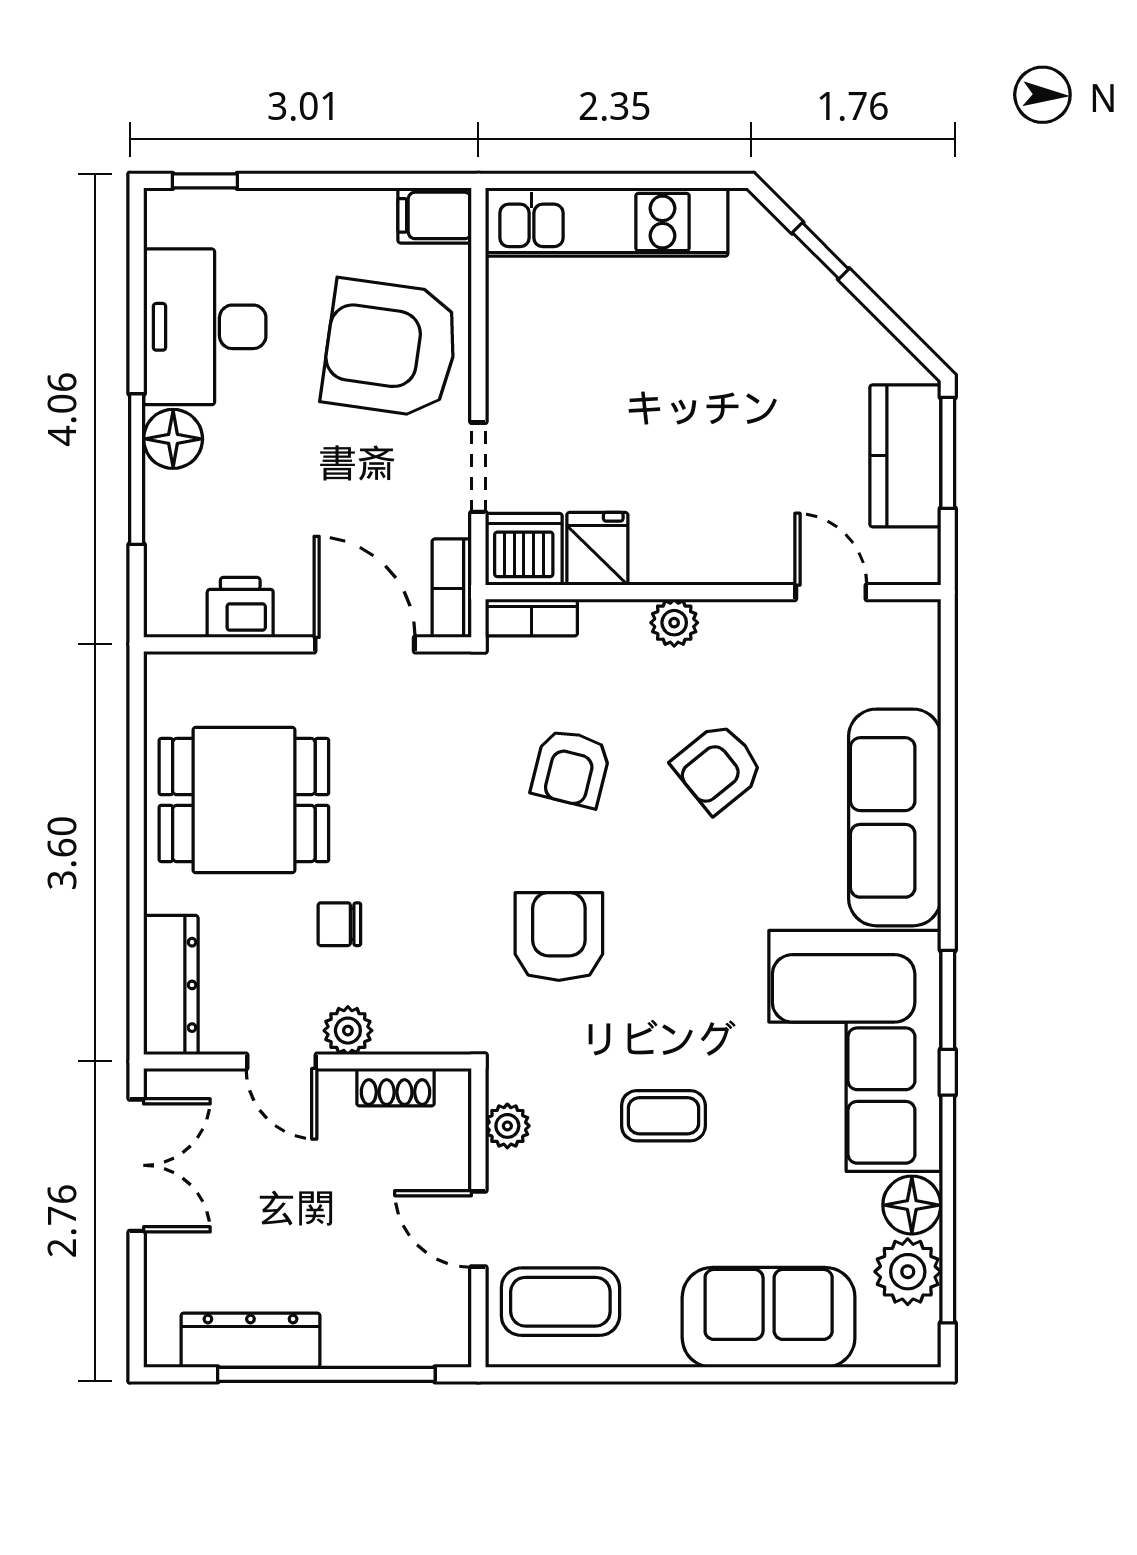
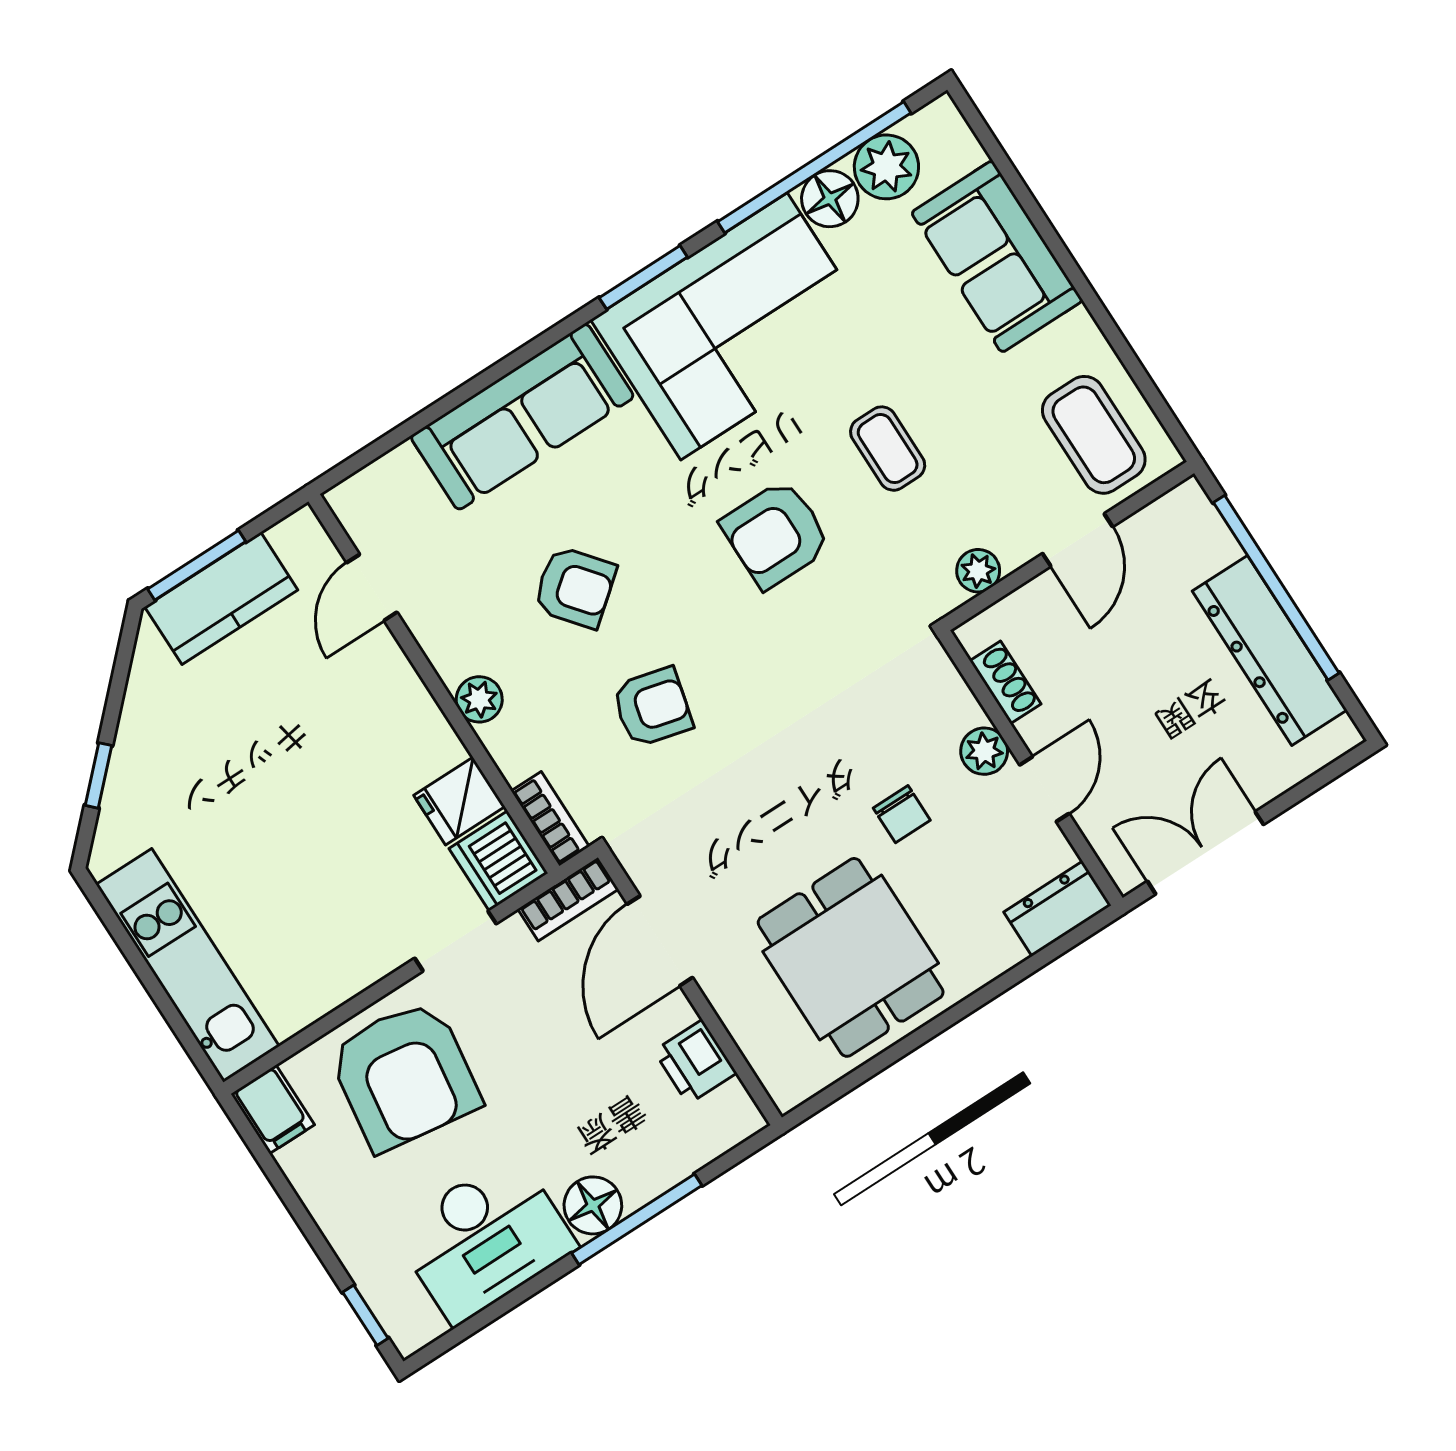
armchair: (559, 936) -> (776, 534), moved
dresser: (171, 985) -> (1057, 909), width x0.70
dresser: (250, 1340) -> (1270, 651), width x1.37, depth x1.24

